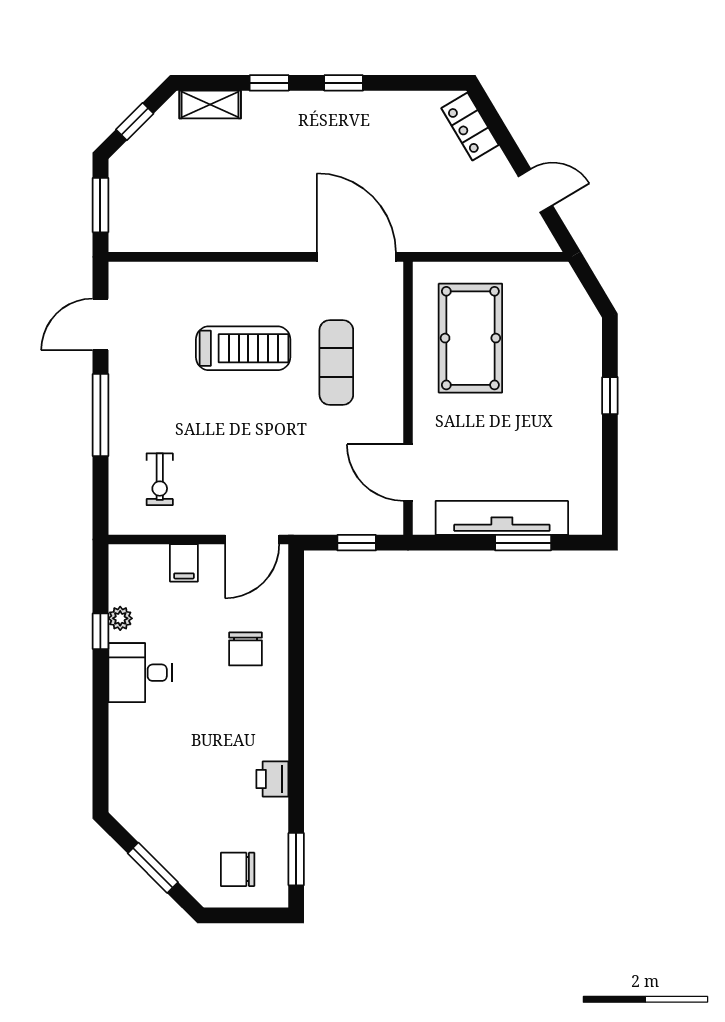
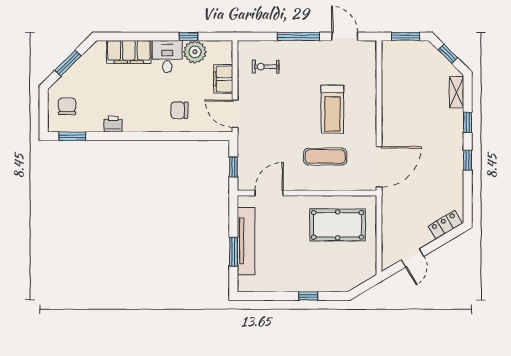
filing cabinet: (184, 563) -> (223, 79), width x2.00
plant: (120, 618) -> (195, 52), width x1.87, depth x1.87
filing cabinet: (131, 748) -> (129, 52), added

